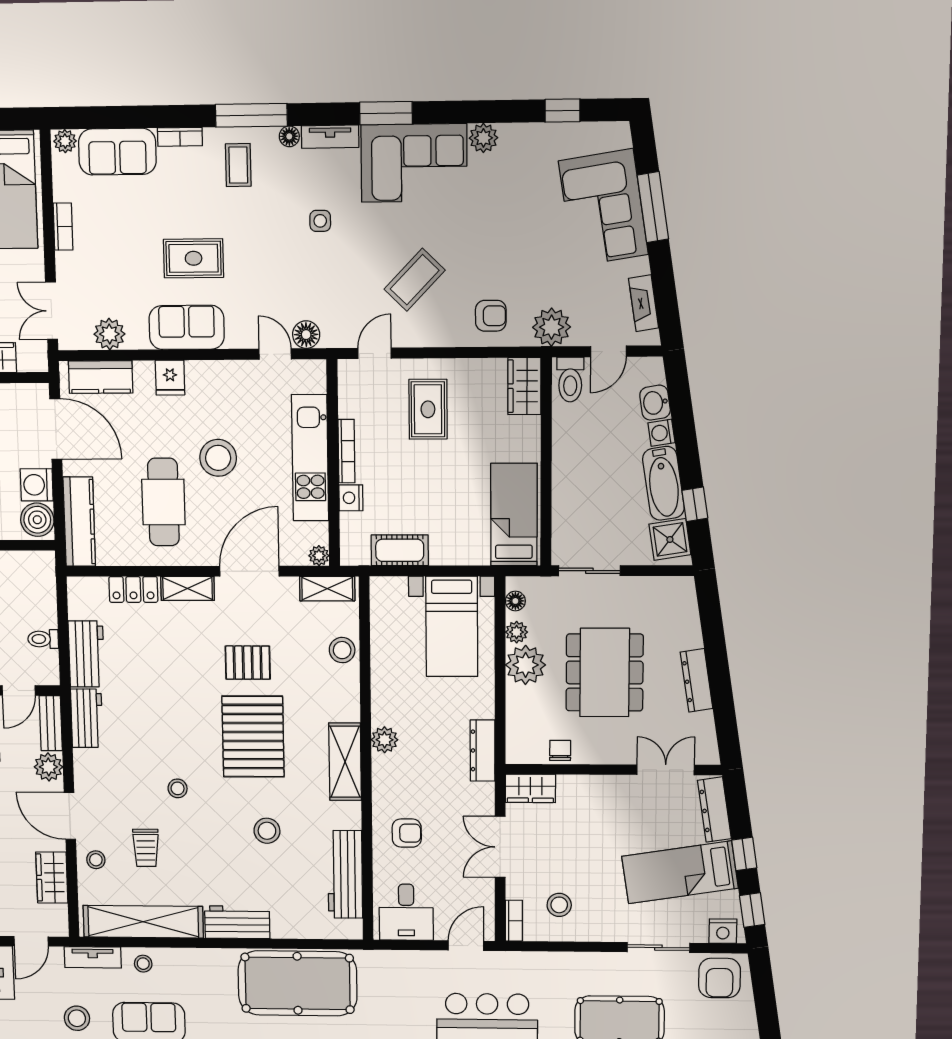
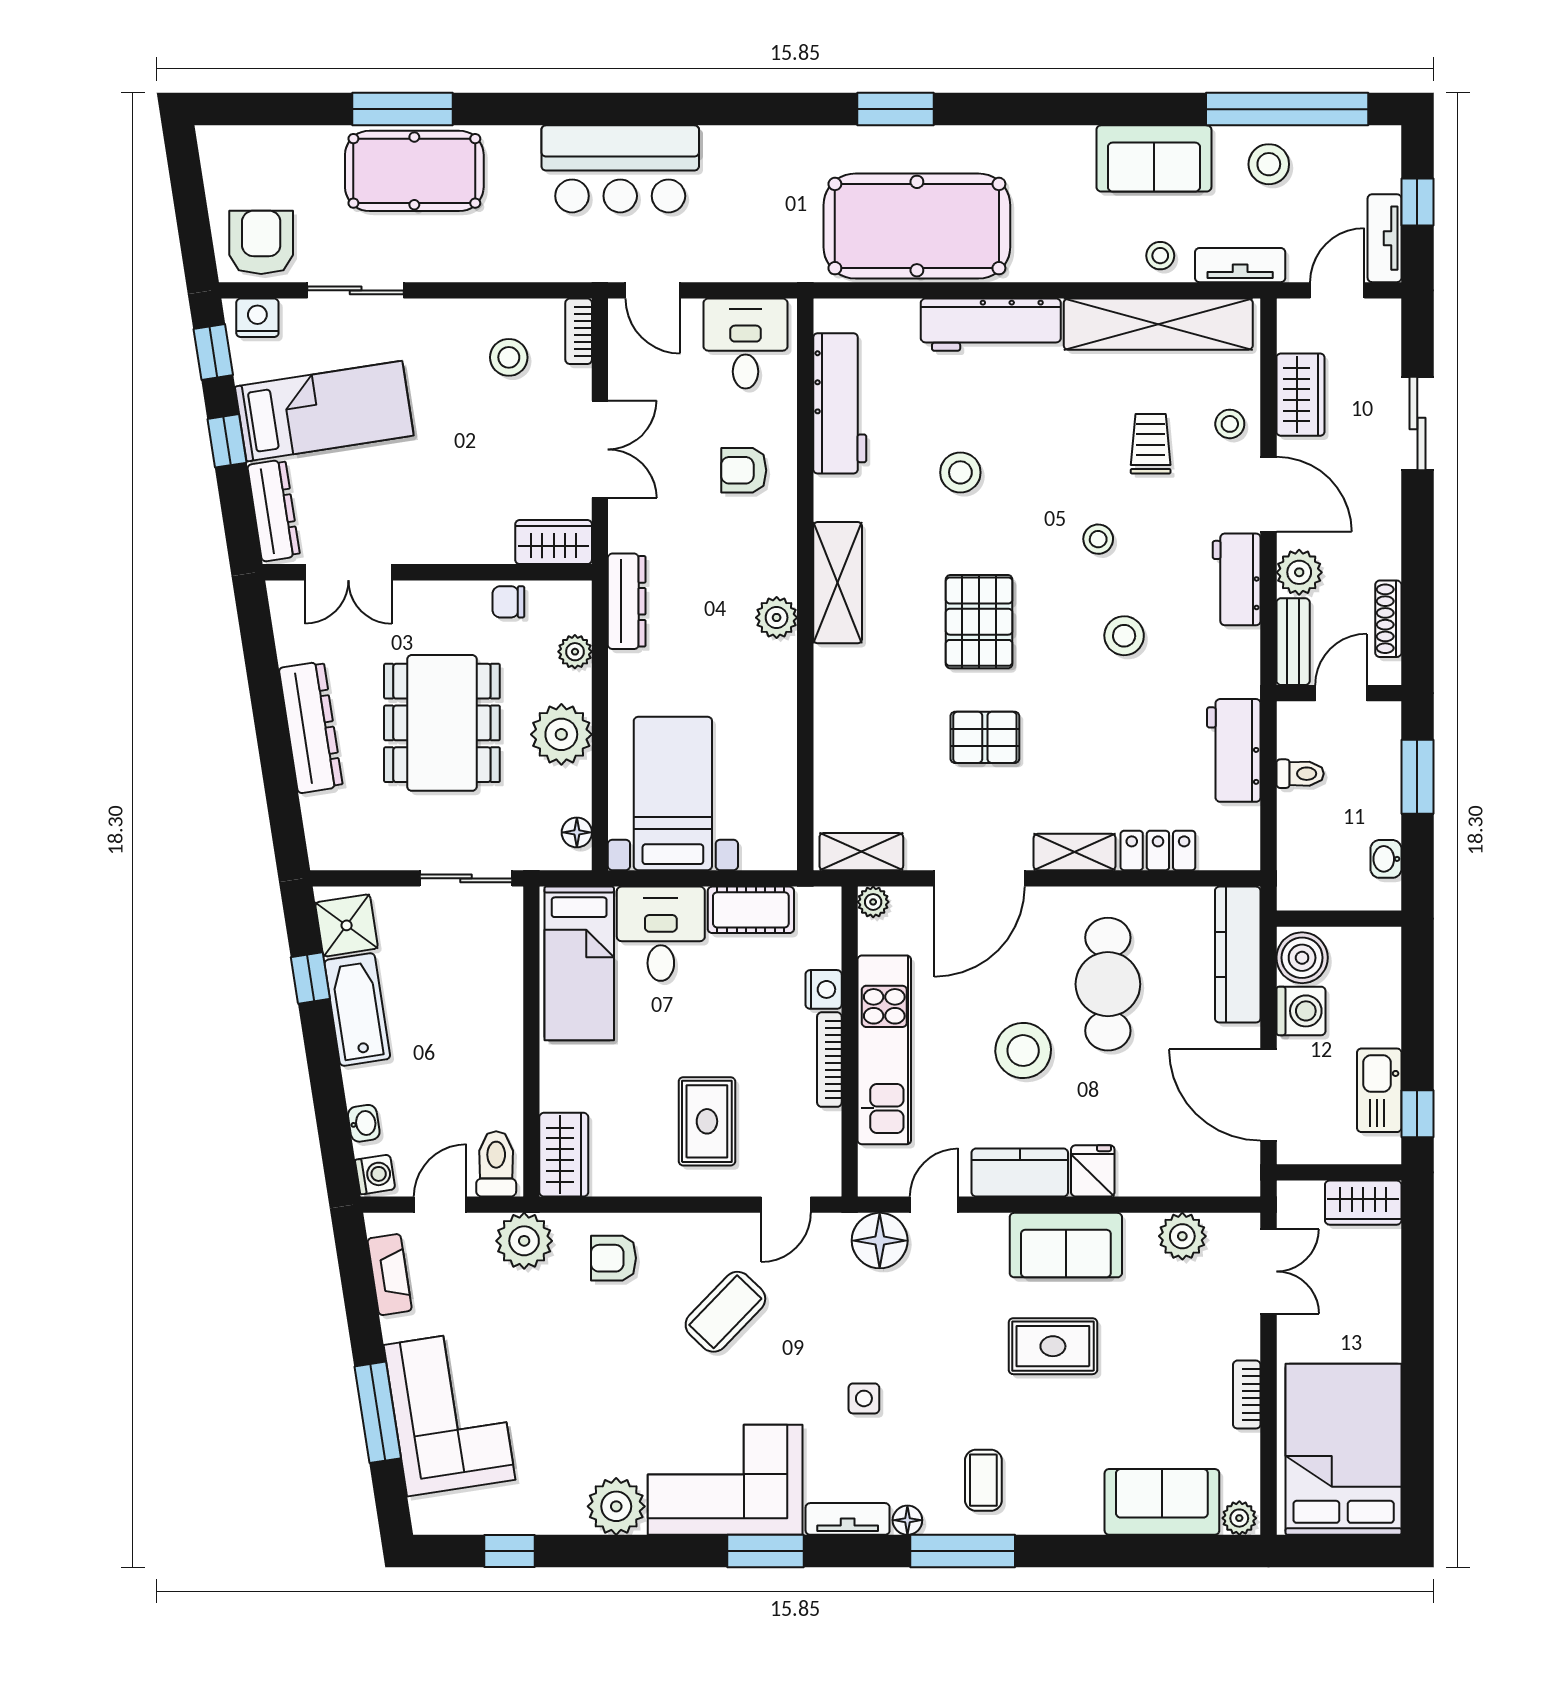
bookcase: (180, 137) -> (1069, 1522), removed
plant: (483, 138) -> (616, 1506), width x1.36, depth x1.36
floor lamp: (306, 335) -> (880, 1241), width x1.38, depth x1.38
door: (275, 354) -> (934, 1205), swing flipped
kitchen counter: (101, 377) -> (1020, 1173), moved
washbasin: (655, 403) -> (364, 1123), width x0.72, depth x0.69
washing machine: (661, 433) -> (375, 1174), moved
desk: (459, 534) -> (661, 934), added
plant: (517, 632) -> (575, 652), moved
stool: (342, 650) -> (1124, 636), moved
dresser: (697, 680) -> (311, 727), width x1.37, depth x1.24
workbench: (87, 718) -> (1237, 579), moved
pallet: (253, 737) -> (979, 622), width x0.73, depth x0.71
chair: (560, 750) -> (508, 602), turned 90
workbench: (237, 922) -> (991, 325), width x1.38
door: (466, 946) -> (653, 290), hinge flipped

